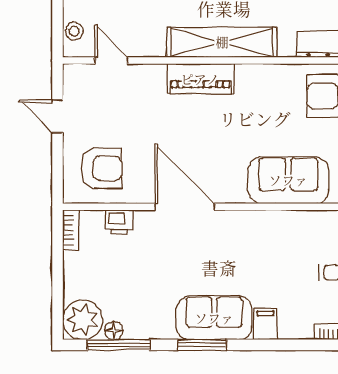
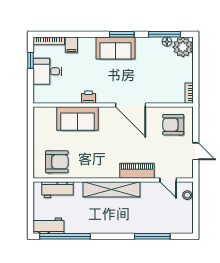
piano: (200, 79) -> (137, 171), moved
printer: (119, 222) -> (88, 97), moved
filing cabinet: (265, 324) -> (71, 45), moved

